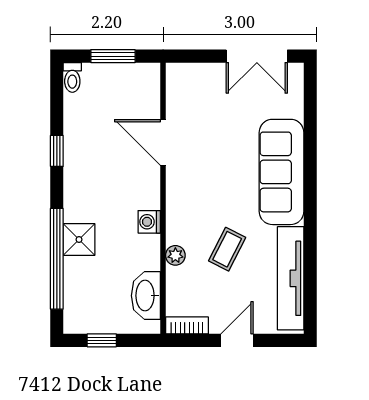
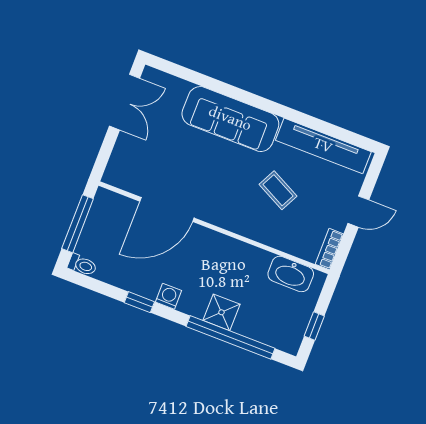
window: (113, 56) -> (78, 224), width x1.44
door: (163, 143) -> (167, 210), width x1.36
washing machine: (149, 222) -> (169, 296), moved, turned 180
plant: (175, 255) -> (266, 236), removed
door: (237, 340) -> (358, 212), swing flipped

